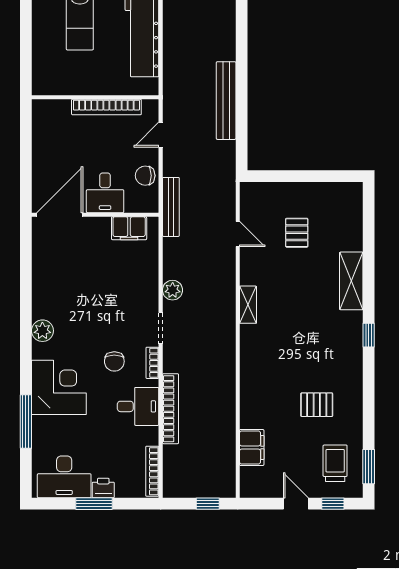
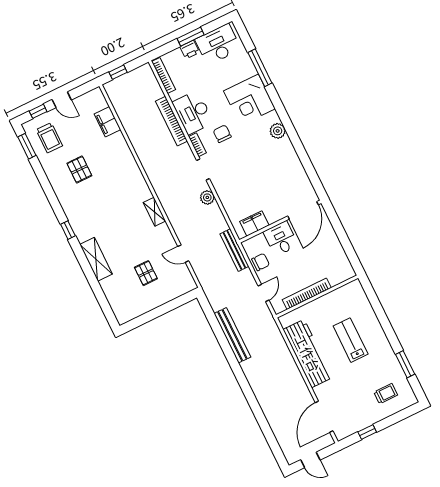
pallet: (317, 405) -> (79, 169), turned 90
desk: (138, 406) -> (193, 112), width x1.37

